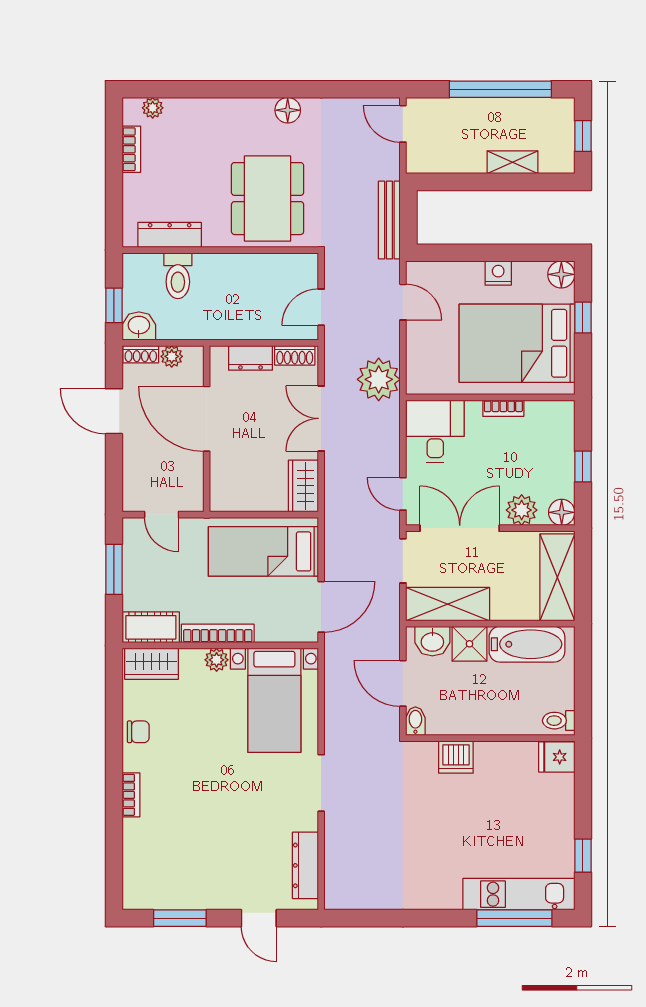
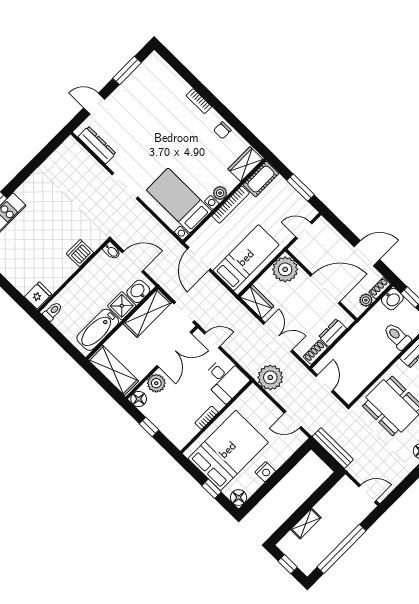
plant: (231, 490) -> (285, 269), added

